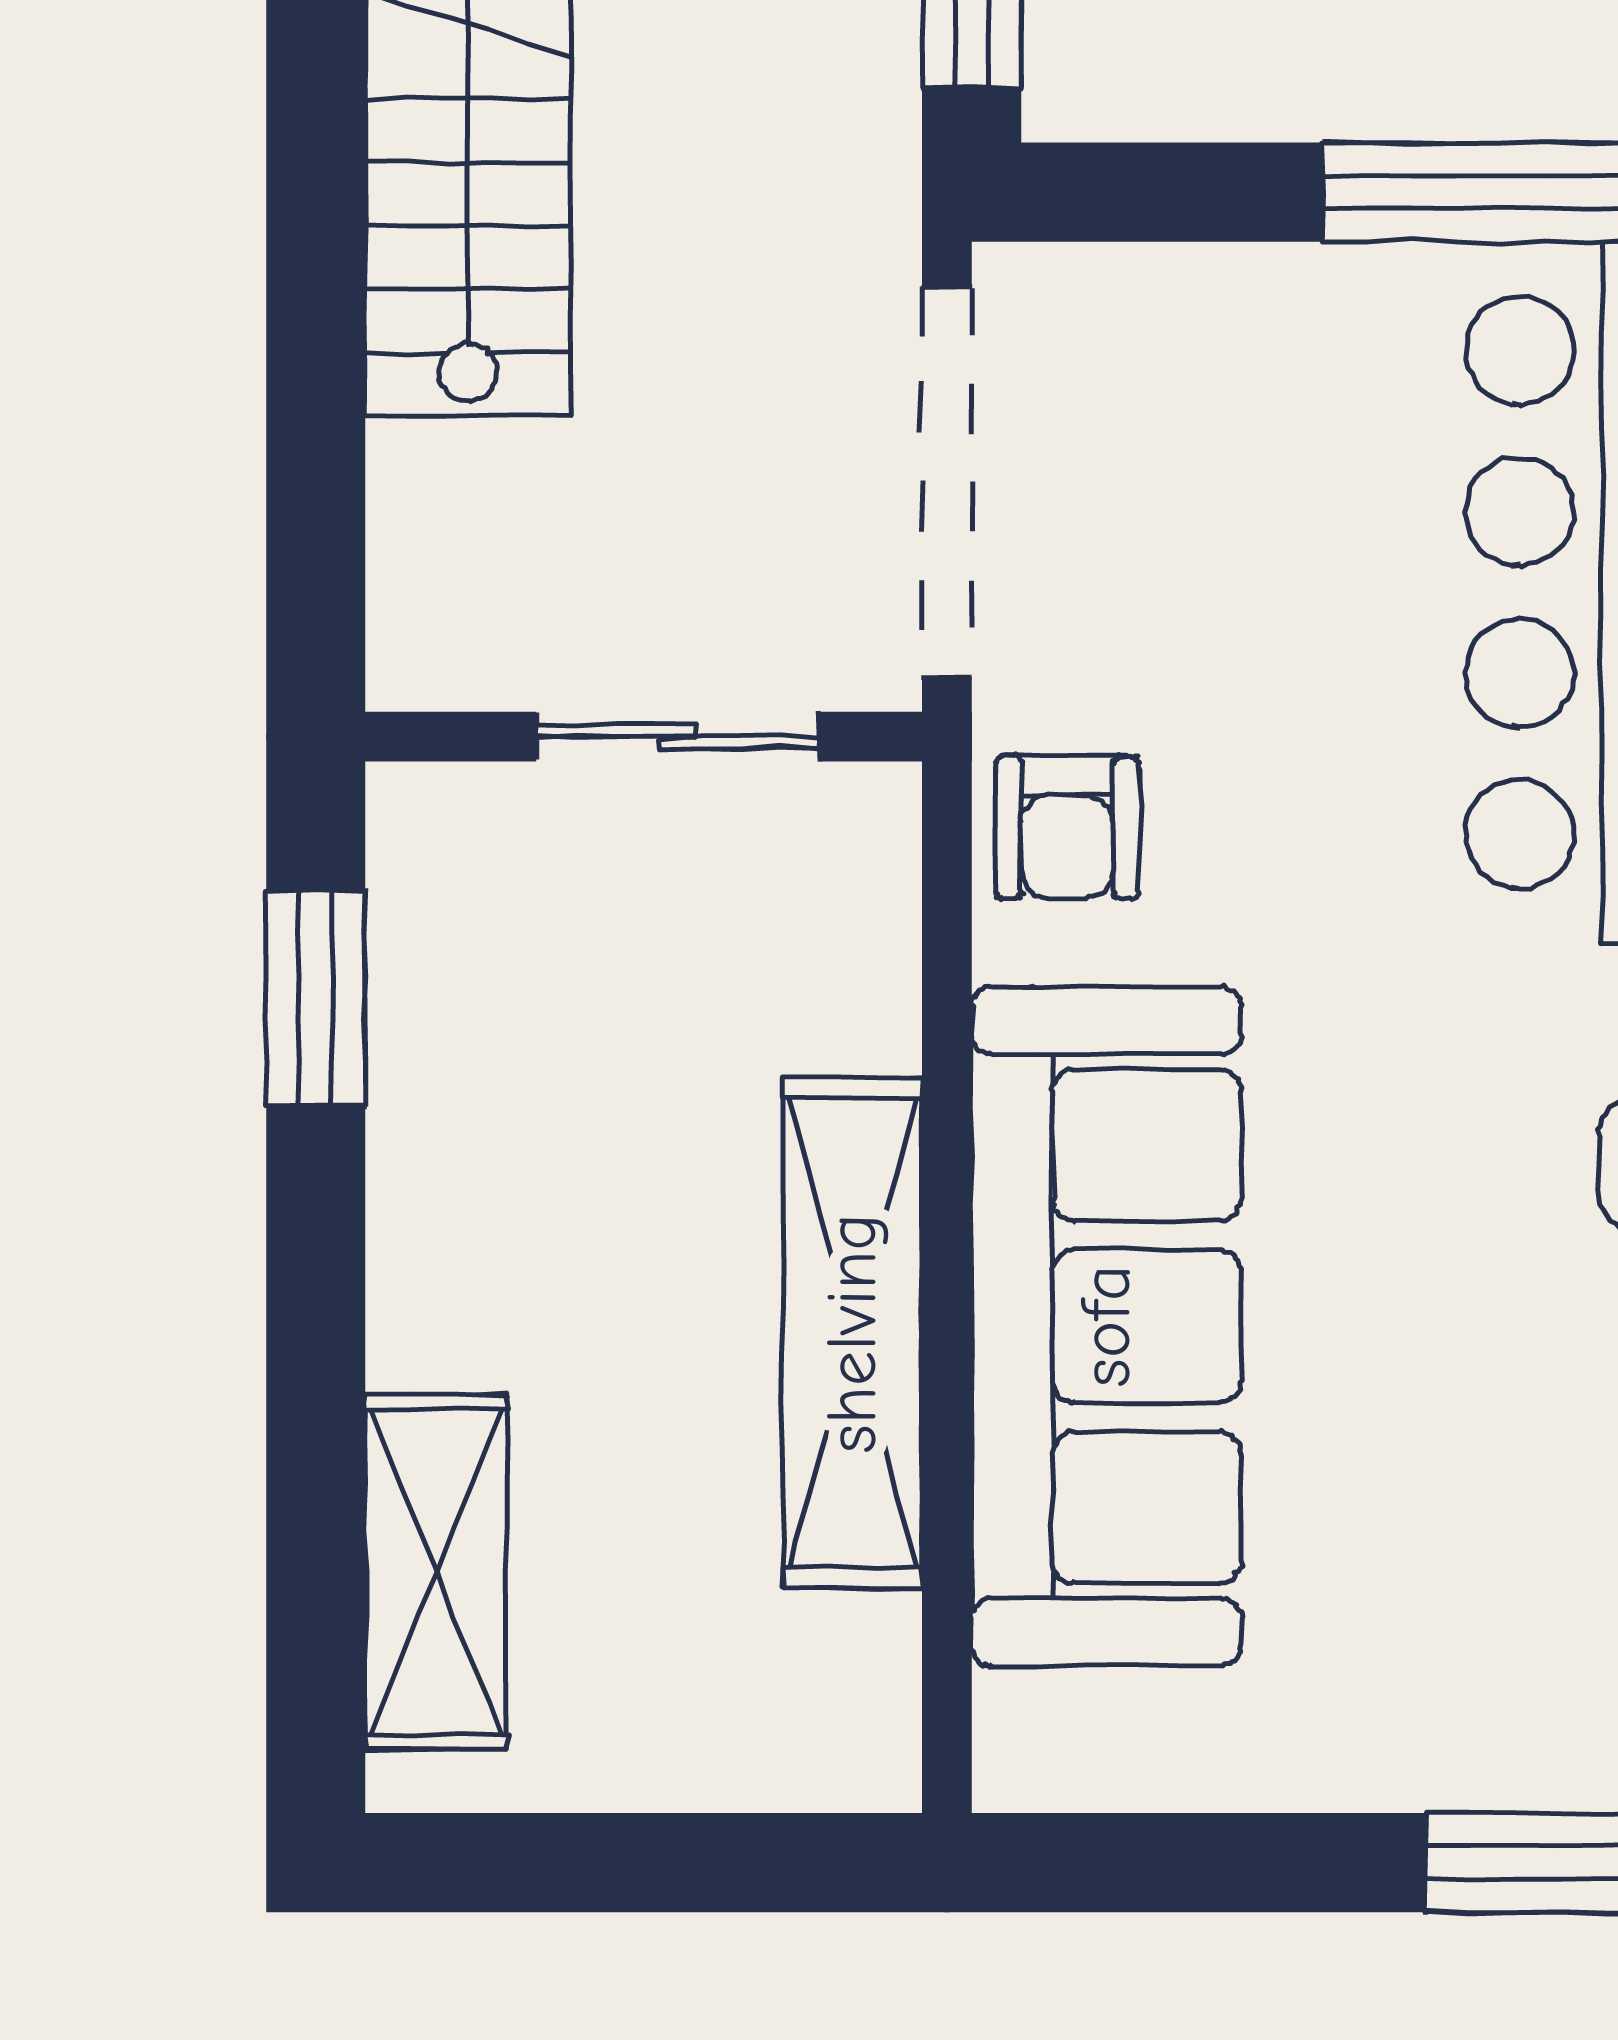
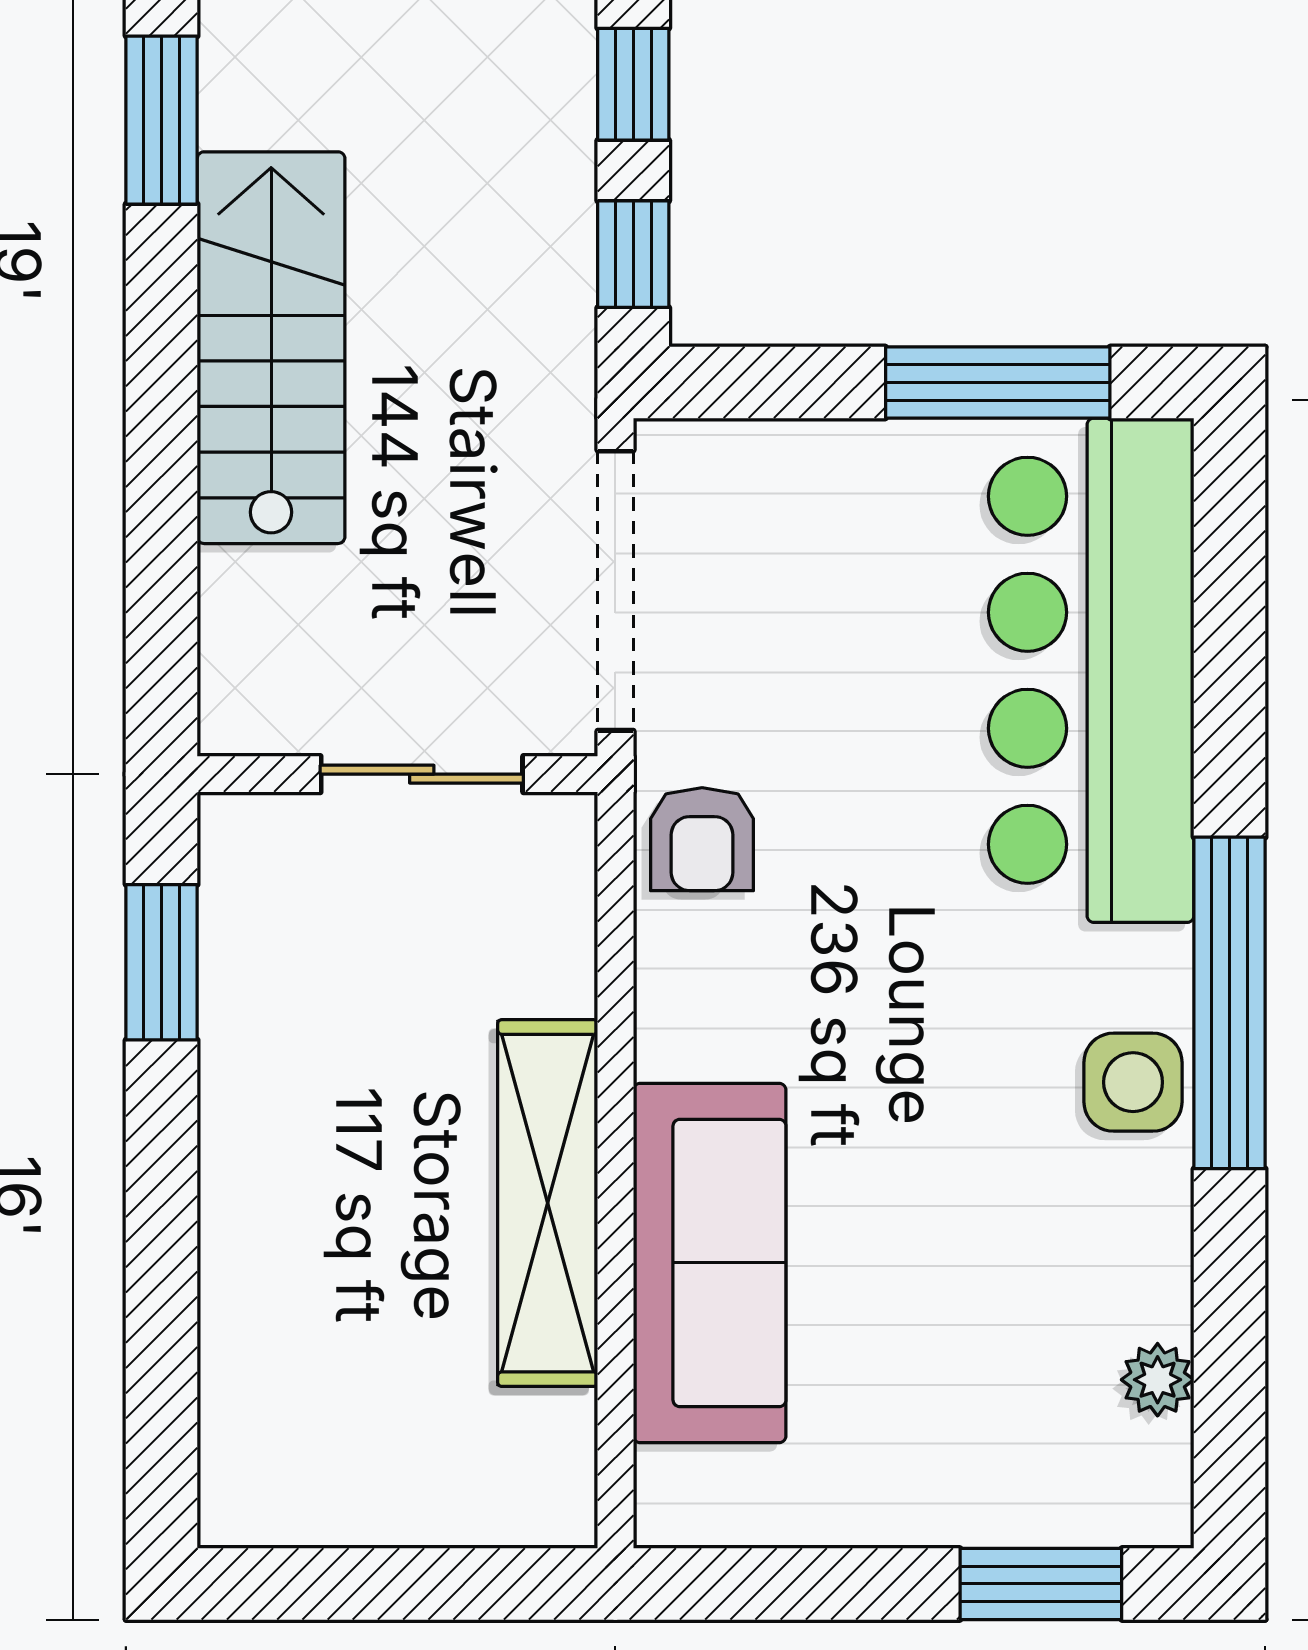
sofa: (1106, 1326) -> (710, 1263), width x0.74, depth x0.79
shelving: (436, 1572) -> (248, 1375), removed

